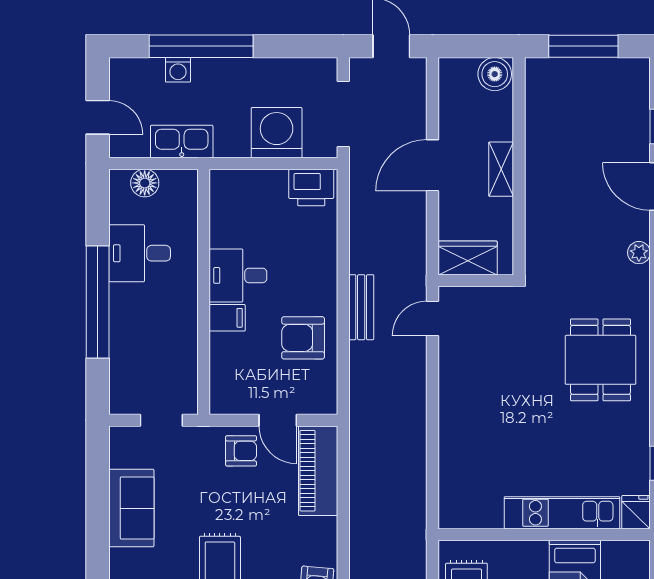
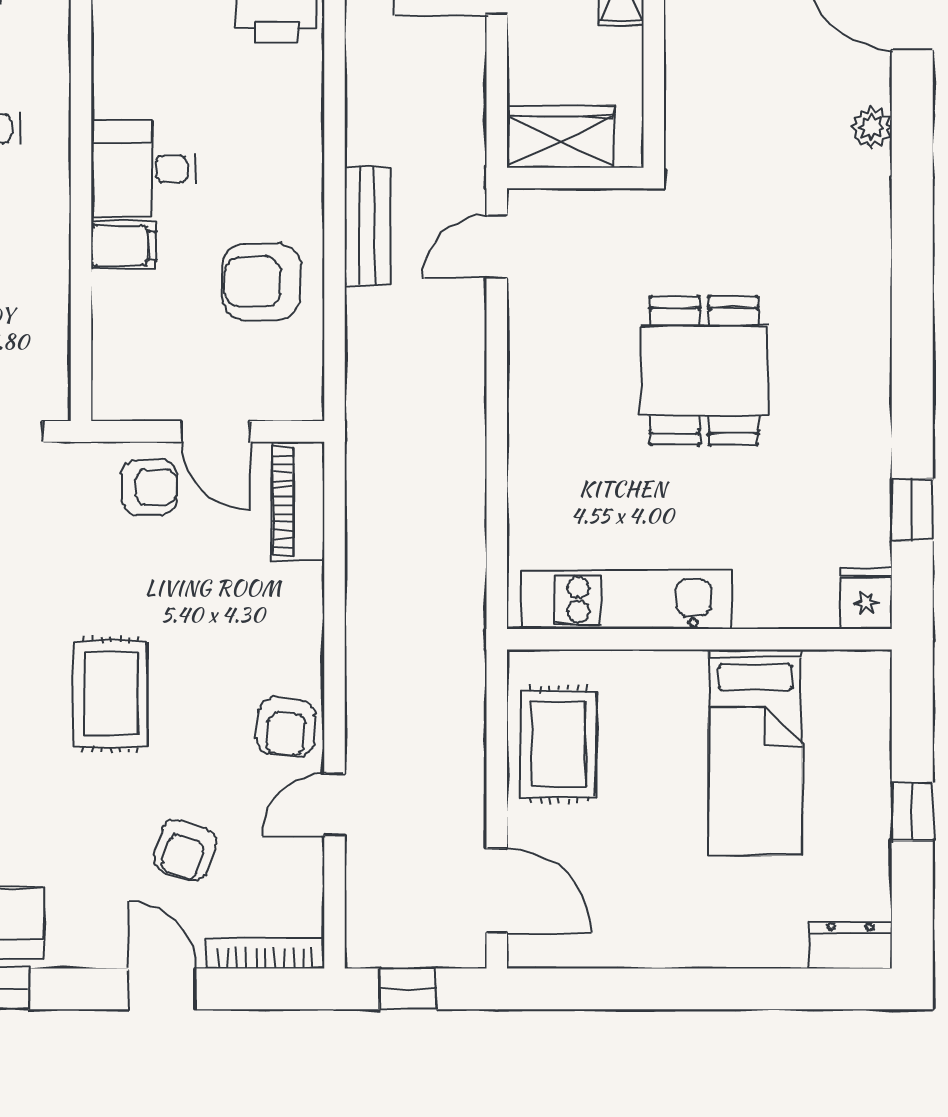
dining table: (600, 360) -> (704, 371), moved
piano: (318, 471) -> (298, 501), width x0.73, depth x0.75
kitchen unit: (562, 513) -> (626, 600), moved

